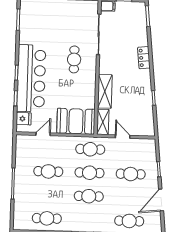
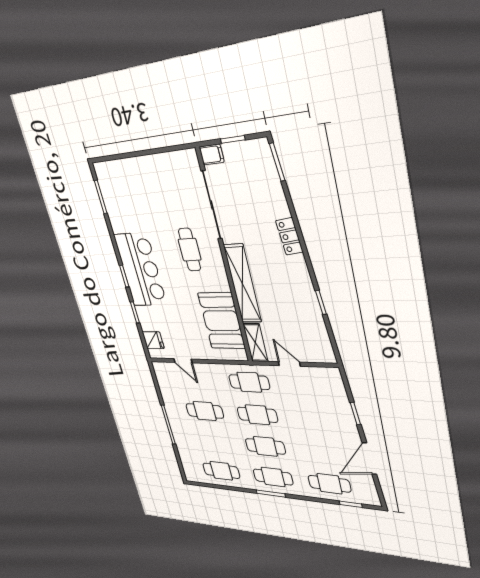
bar counter: (31, 78) -> (140, 270), width x0.73
shelving: (105, 91) -> (243, 284), width x1.47
booth: (76, 121) -> (222, 321), moved, turned 90
door: (43, 134) -> (183, 361), swing flipped
cafe table: (131, 174) -> (273, 477), moved

